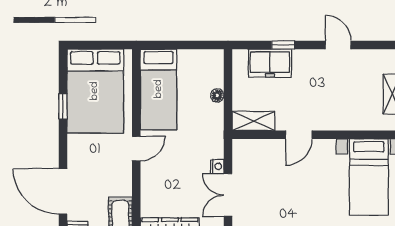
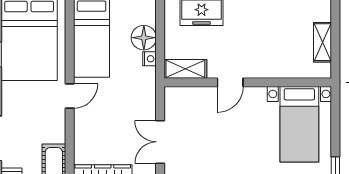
floor lamp: (217, 95) -> (144, 38), width x1.89, depth x1.89
nightstand: (217, 166) -> (150, 59), moved

